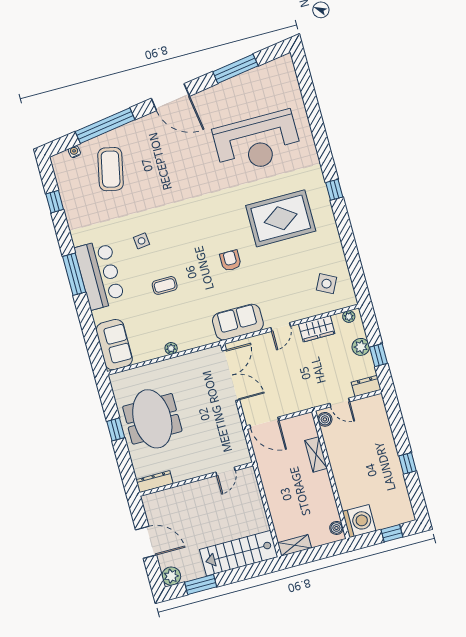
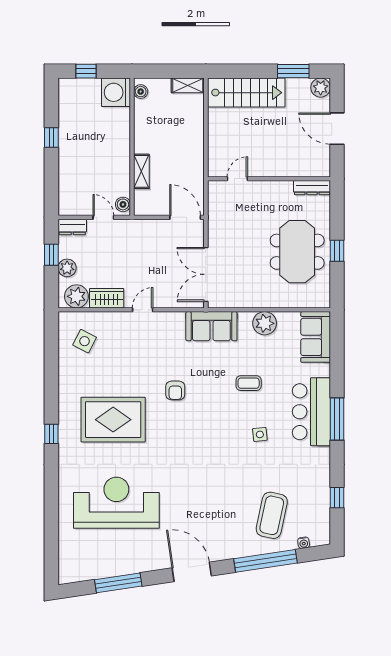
plant: (349, 317) -> (76, 296), width x1.87, depth x1.87
sofa: (238, 322) -> (211, 326), moved
plant: (171, 348) -> (265, 323), width x1.88, depth x1.88

